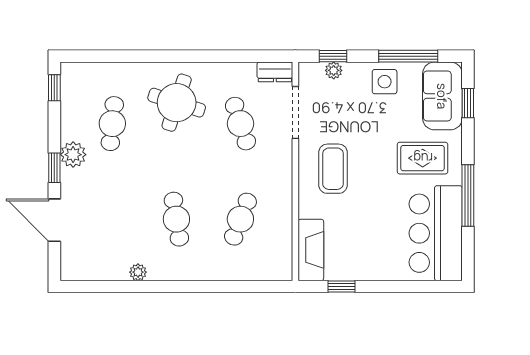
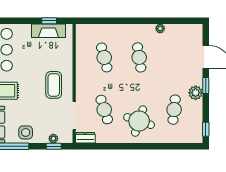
cafe table: (240, 219) -> (104, 57), turned -36
fireplace: (311, 250) -> (49, 31), moved, turned -90

